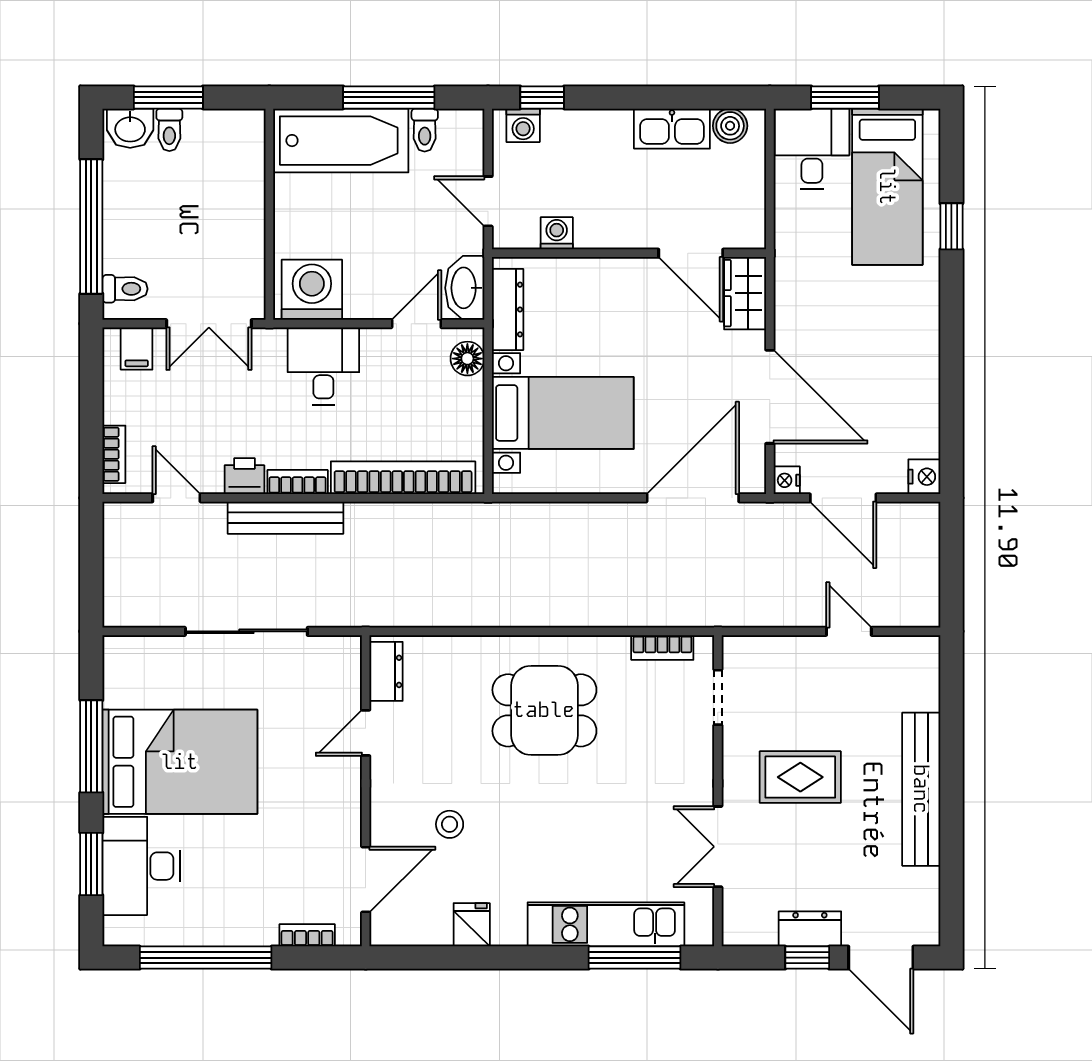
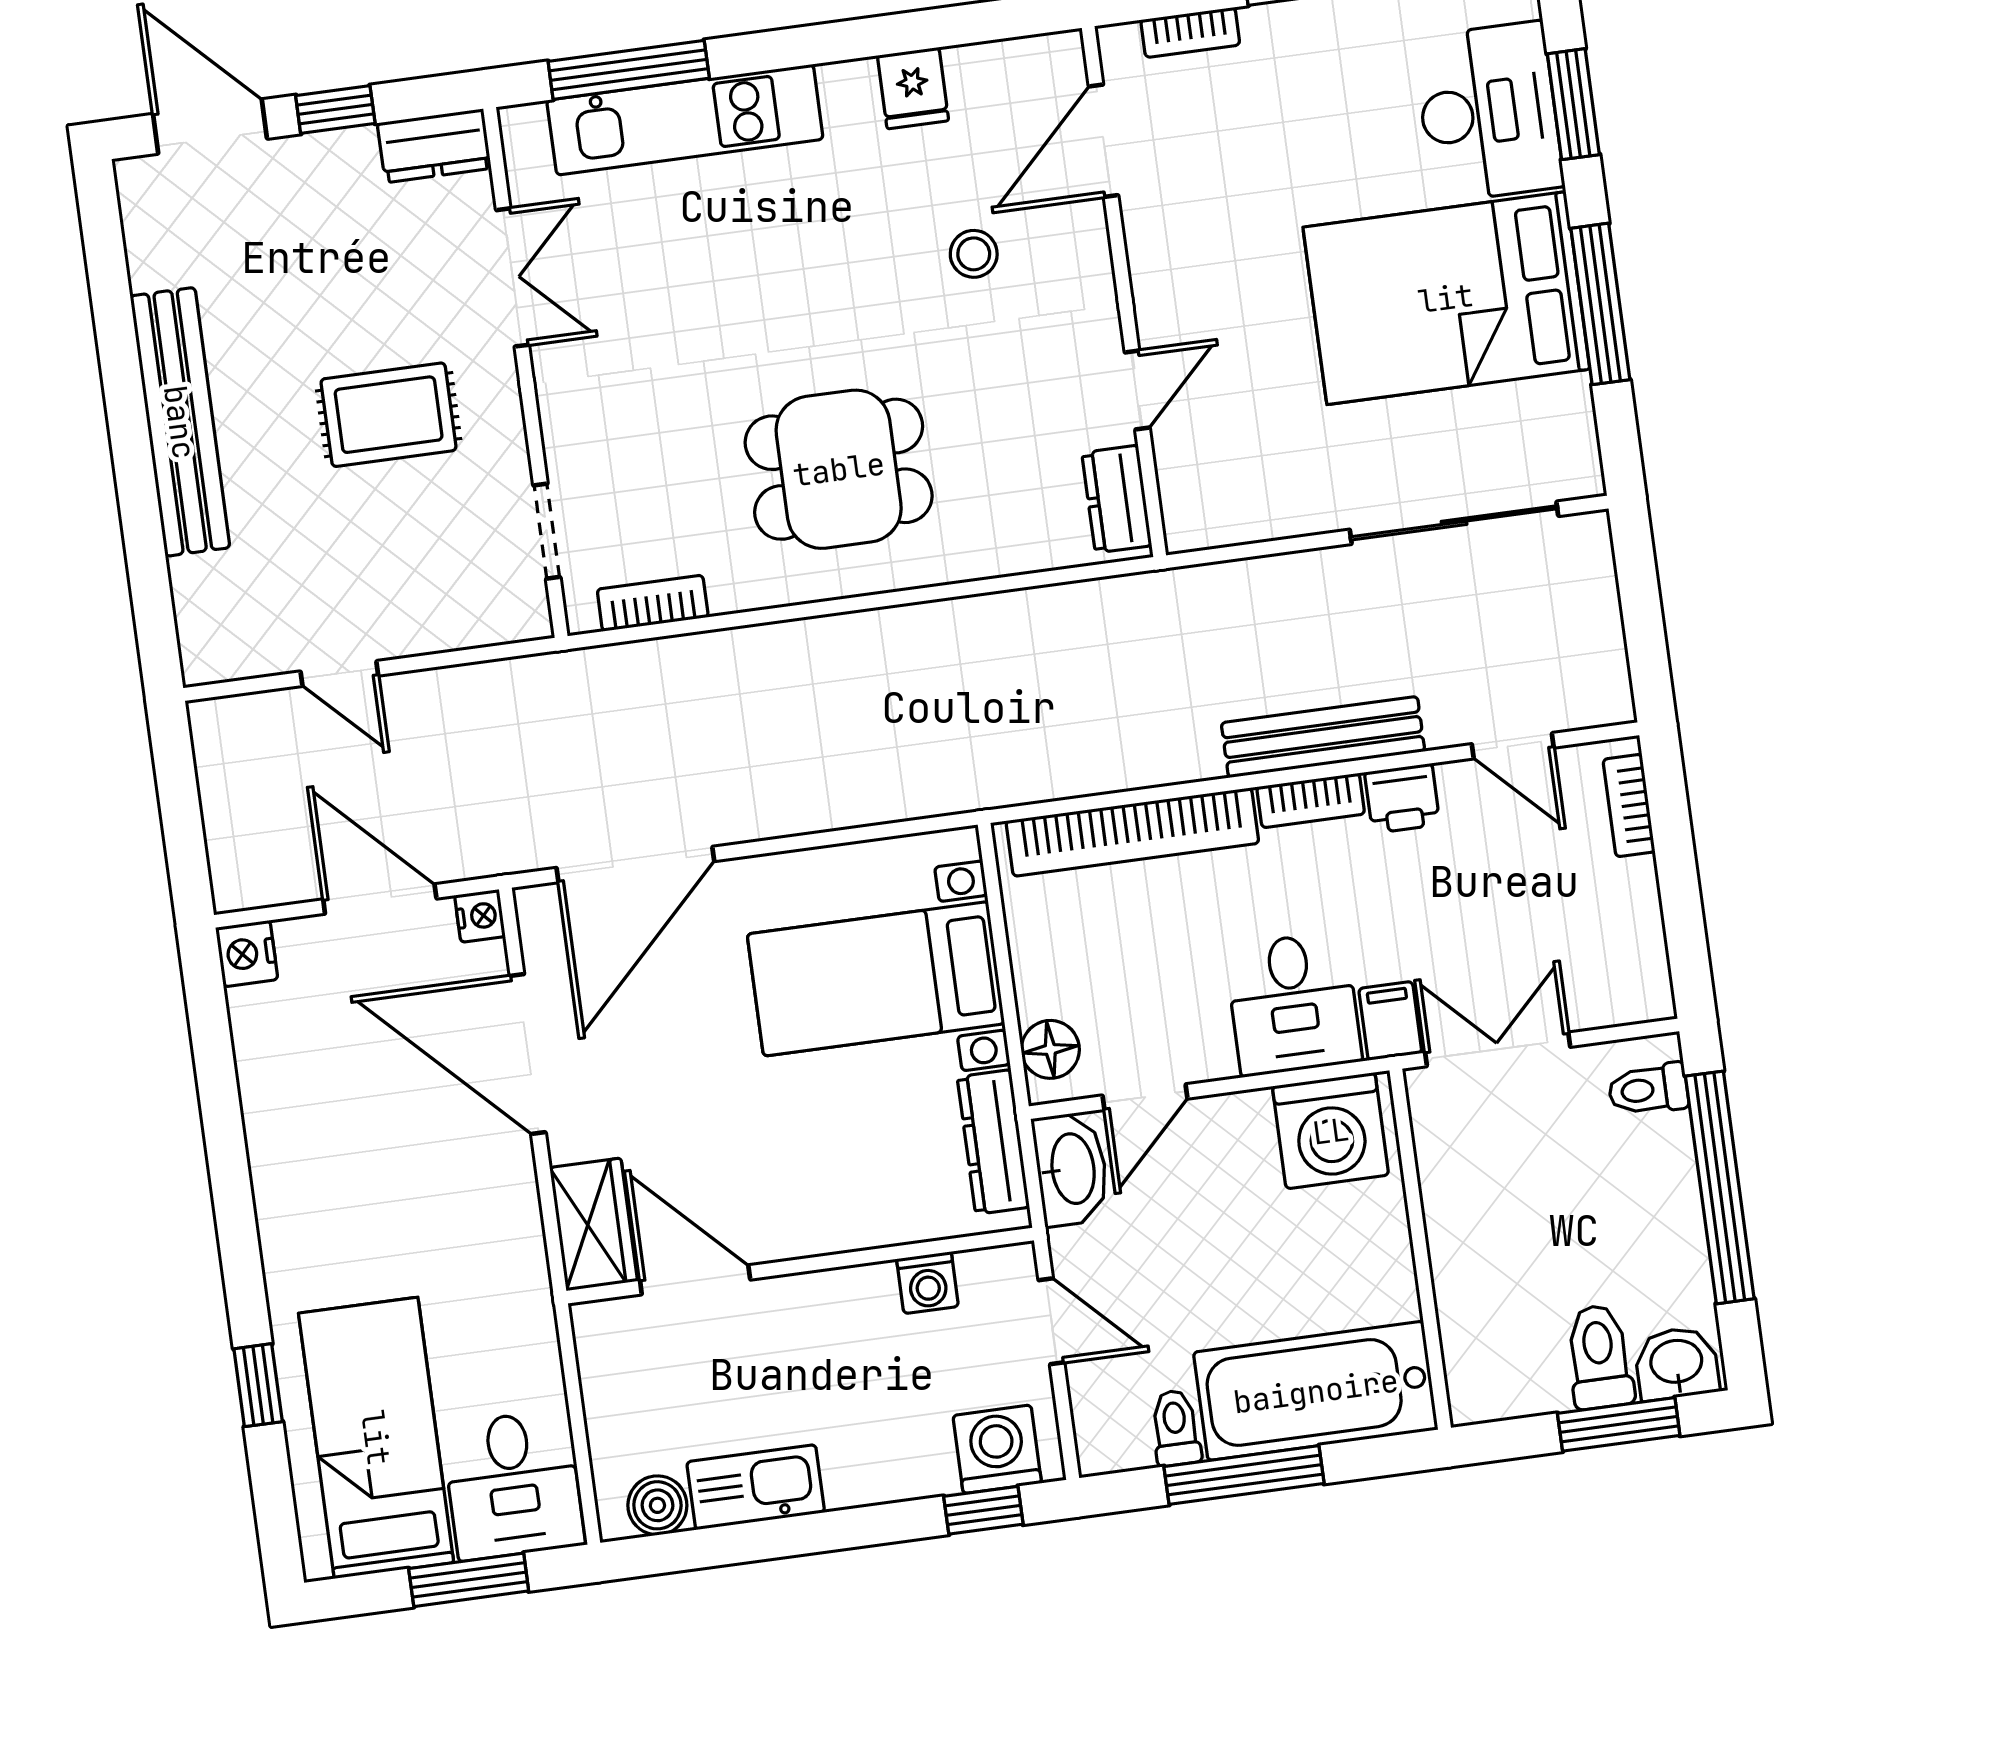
washing machine: (523, 125) -> (997, 1449), width x1.38, depth x1.38
toilet: (169, 130) -> (1599, 1357), width x1.37, depth x1.39
filing cabinet: (137, 348) -> (1390, 1021), moved
sliding door: (246, 631) -> (1454, 523), moved
dresser: (810, 929) -> (434, 146), moved

